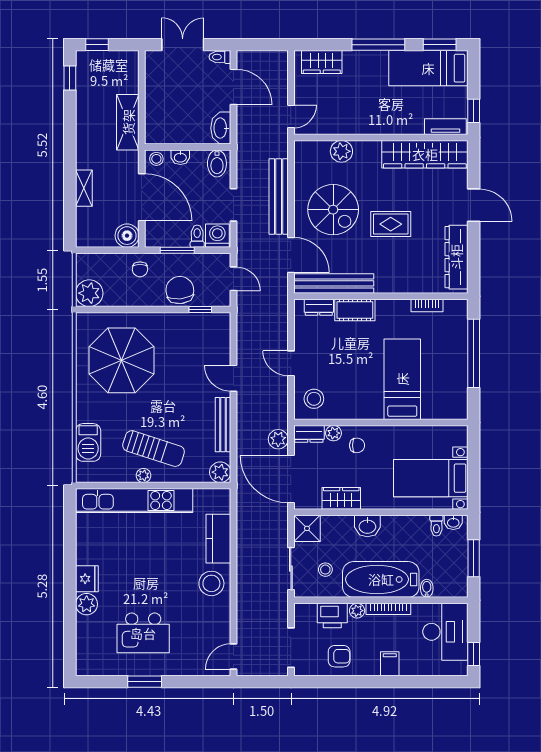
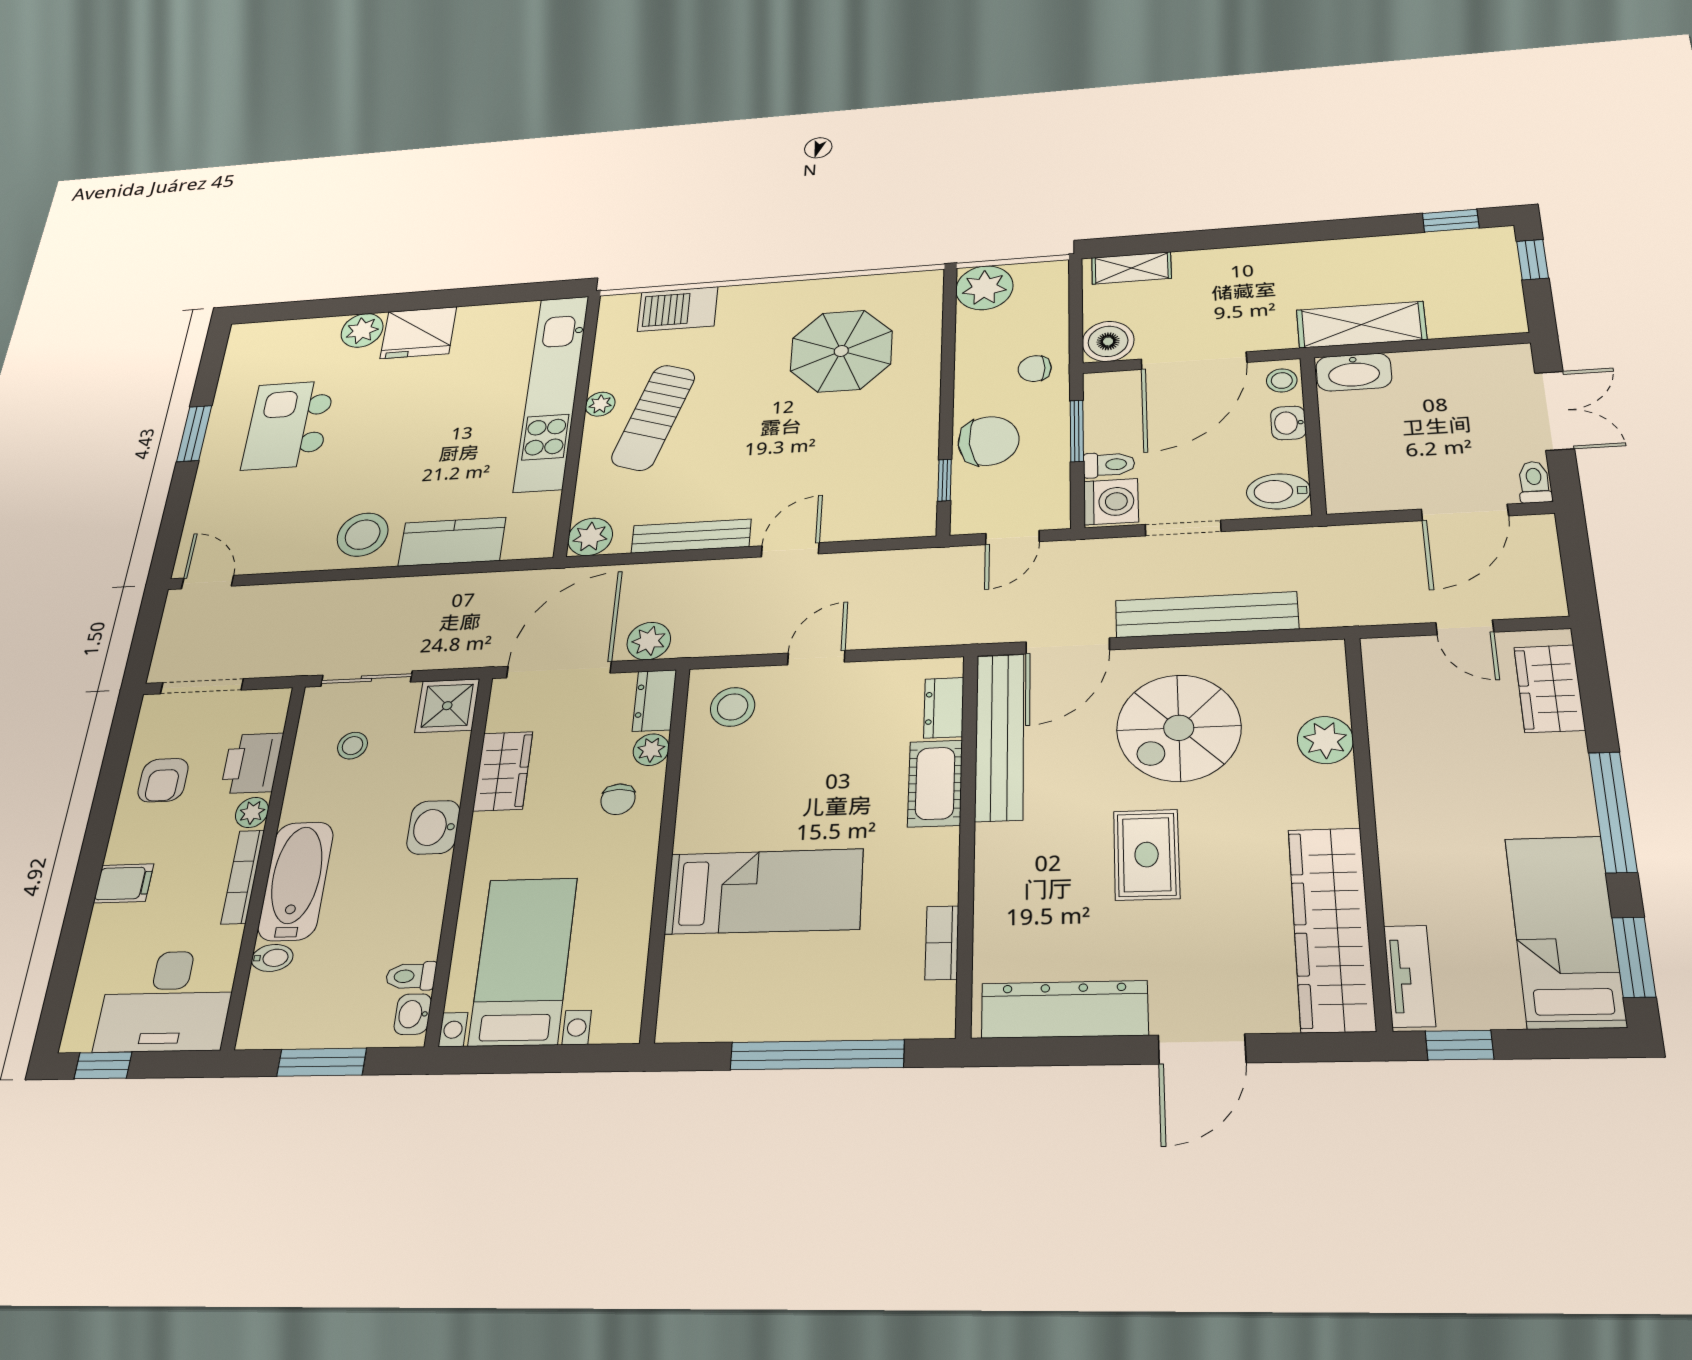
door: (291, 116) -> (1465, 627), moved
washbasin: (221, 128) -> (1354, 372), moved, turned 180
shelving: (84, 188) -> (1132, 268), moved
parasol: (121, 360) -> (841, 351), width x0.73, depth x0.73
fridge: (87, 579) -> (418, 333), width x1.36, depth x1.34
bathtub: (381, 579) -> (296, 881), width x0.73, depth x0.73

